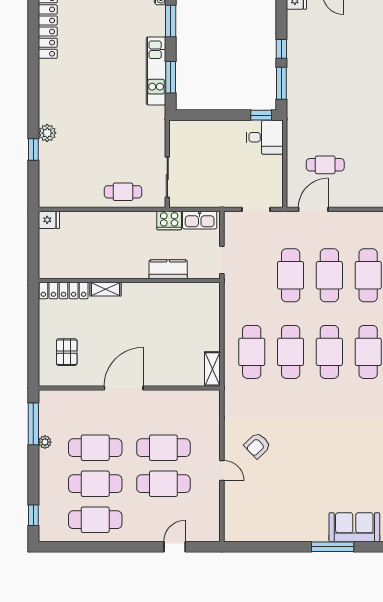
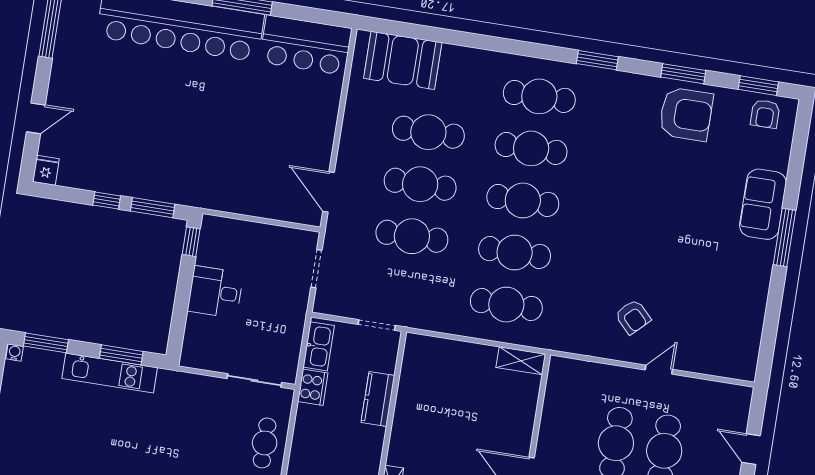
desk: (265, 137) -> (215, 292), moved, turned -90
cafe table: (325, 165) -> (271, 166), removed

